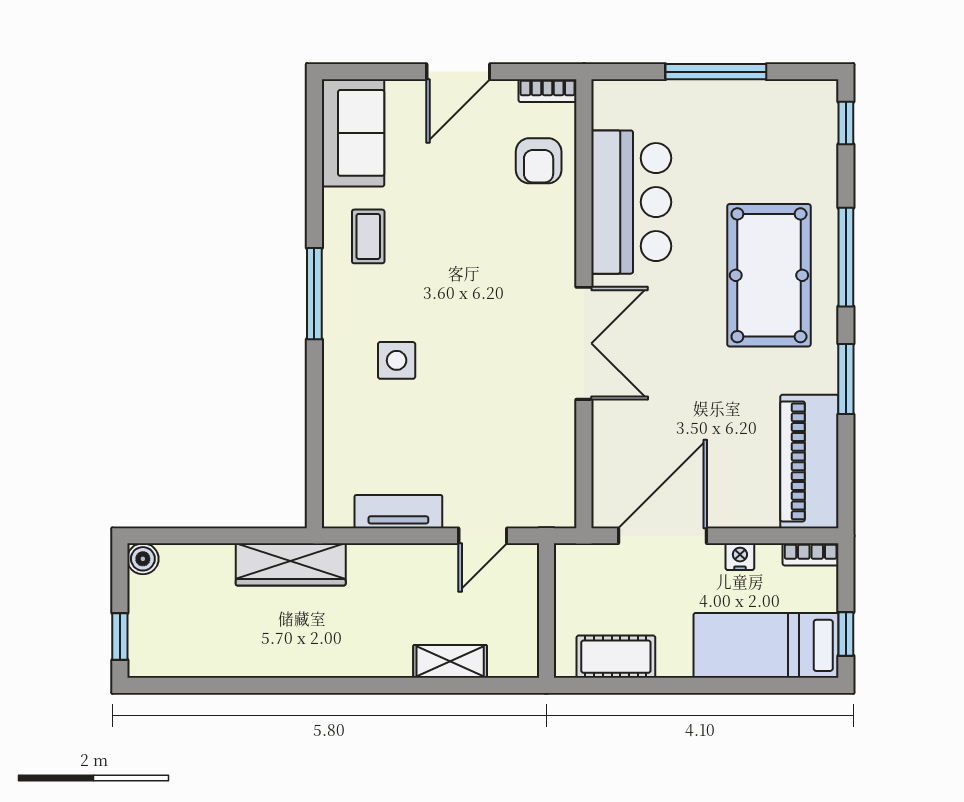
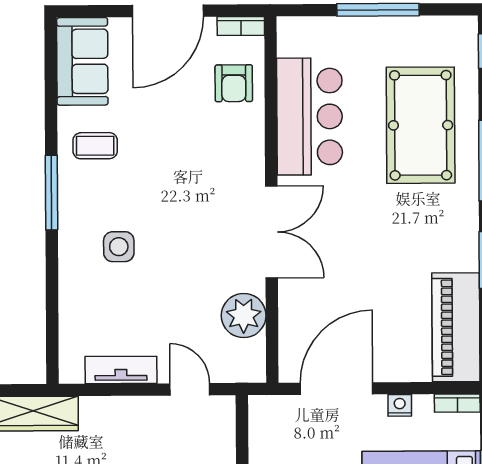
door: (458, 72) -> (168, 11), width x1.36
coffee table: (368, 236) -> (95, 146), turned 90
pool table: (769, 275) -> (421, 125), moved
plant: (549, 446) -> (244, 316), added
door: (483, 536) -> (190, 389), swing flipped

